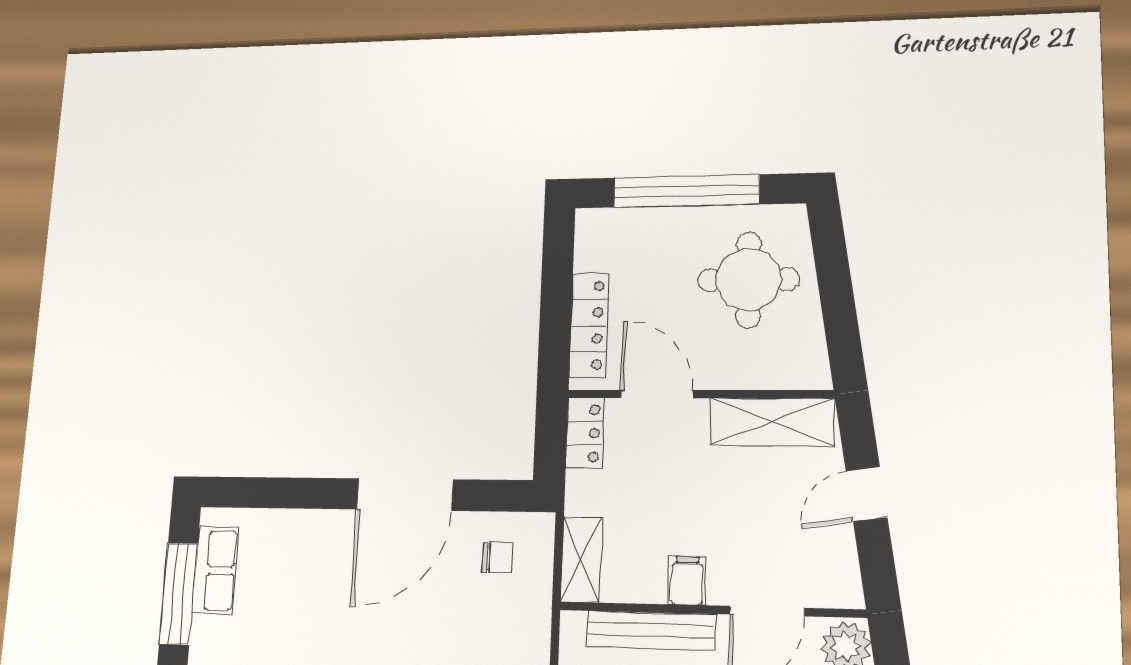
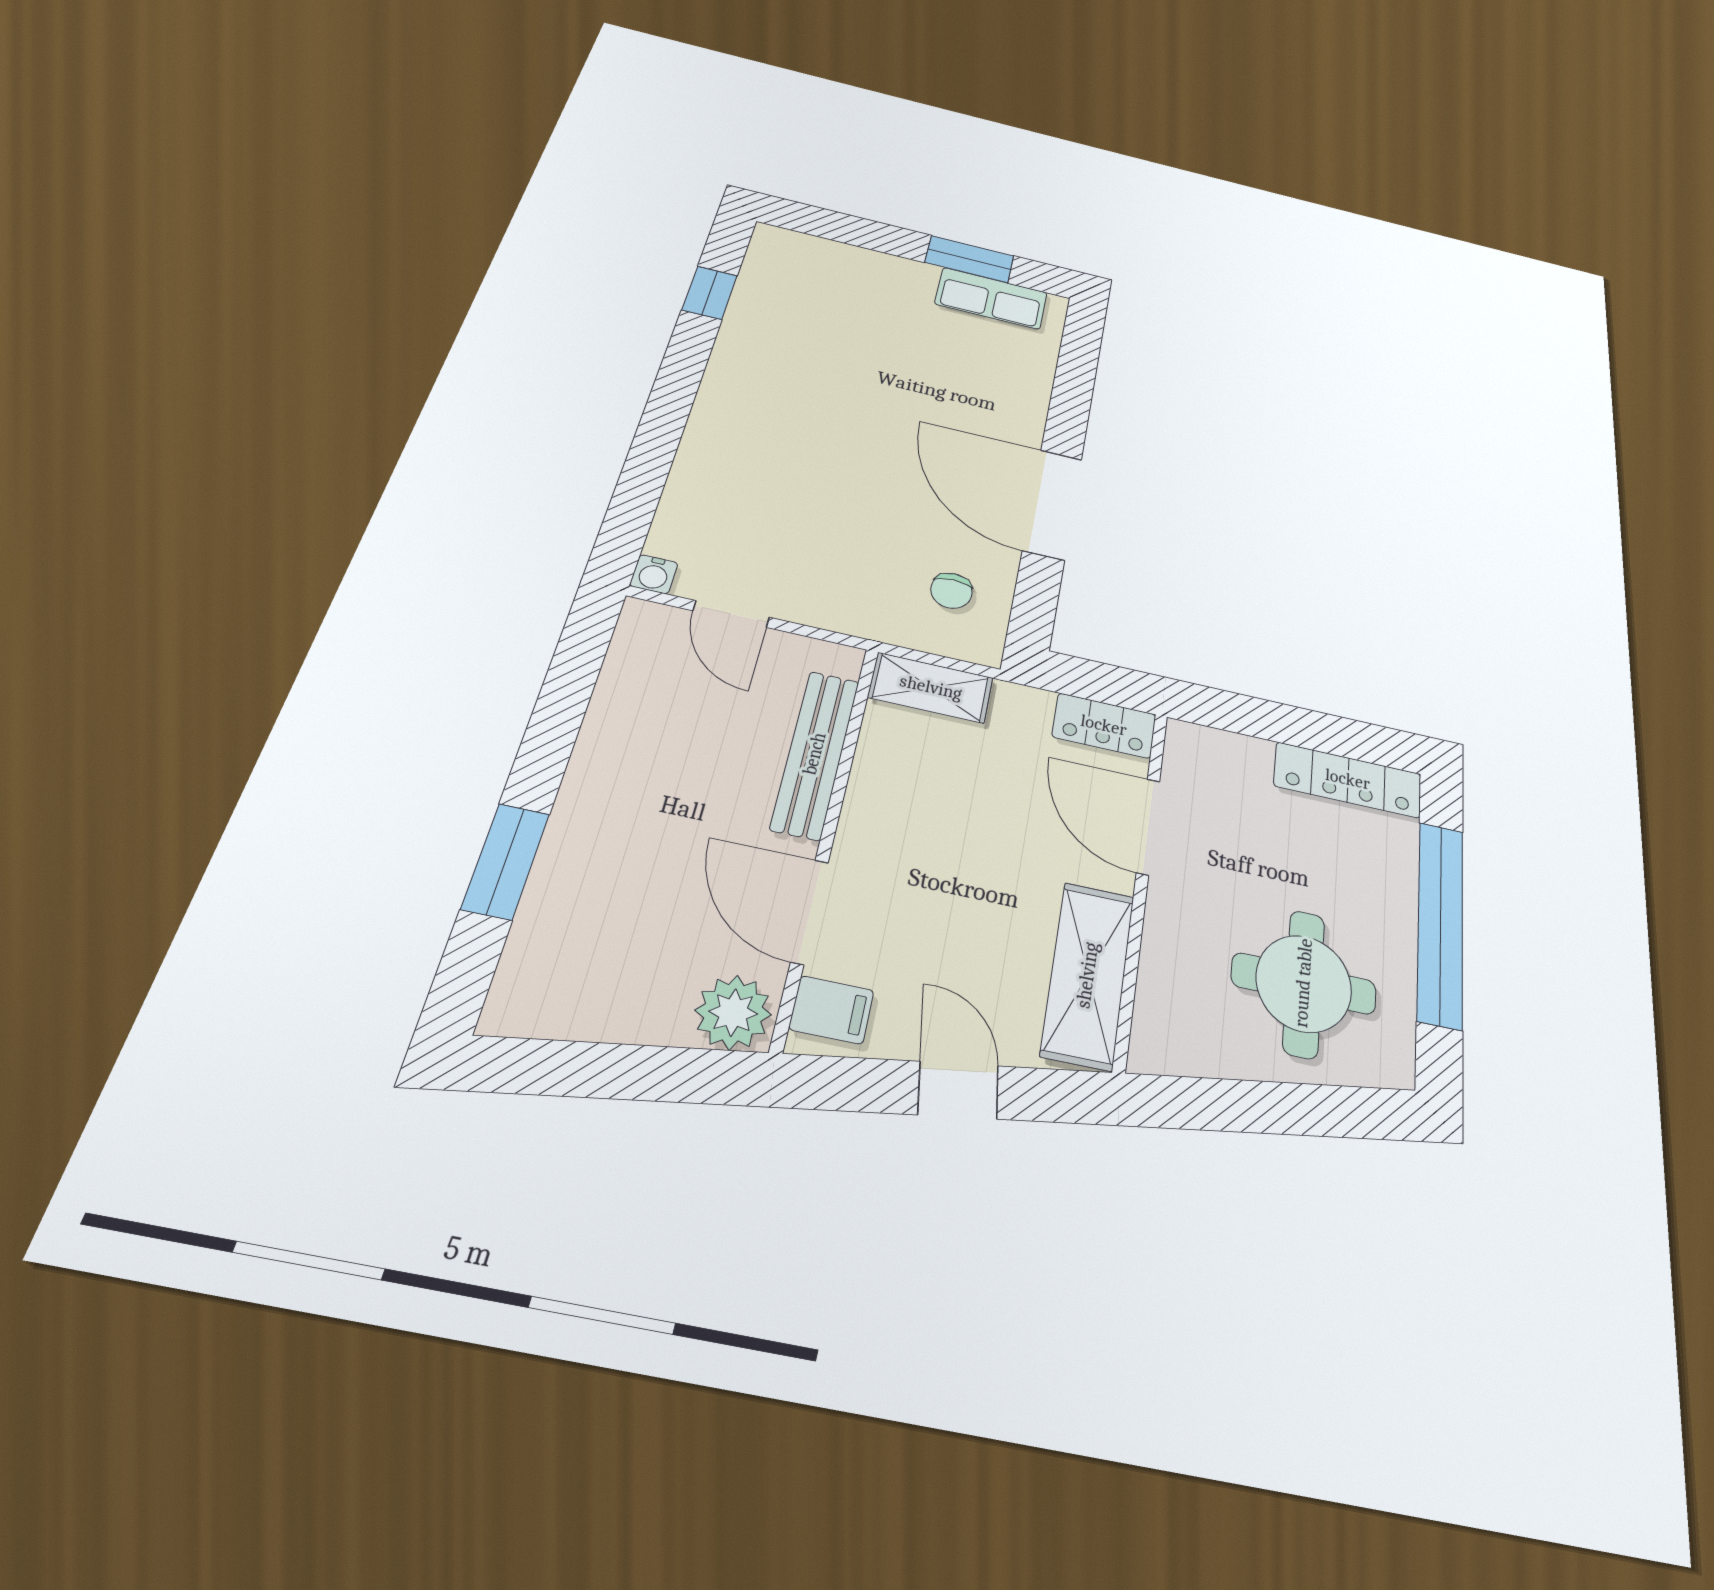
locker: (589, 325) -> (1348, 780), moved
door: (657, 394) -> (1148, 827), swing flipped
filing cabinet: (687, 581) -> (831, 1010), moved
window: (179, 594) -> (969, 259), width x0.69

